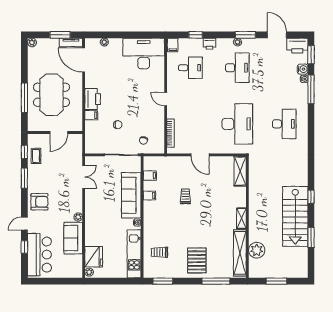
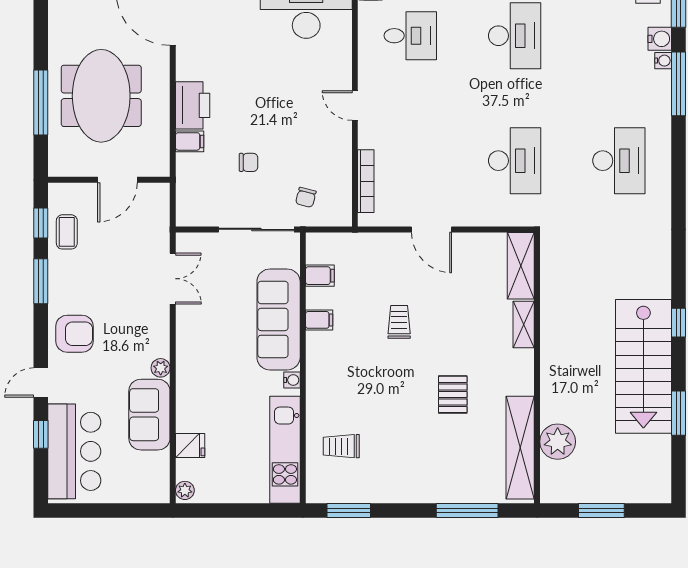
desk: (237, 124) -> (515, 161), width x0.73, depth x0.77
shelving: (241, 218) -> (524, 324), moved
fridge: (94, 257) -> (190, 446), width x0.53, depth x0.75
pallet: (197, 260) -> (453, 394), moved, width x0.67, depth x0.71

